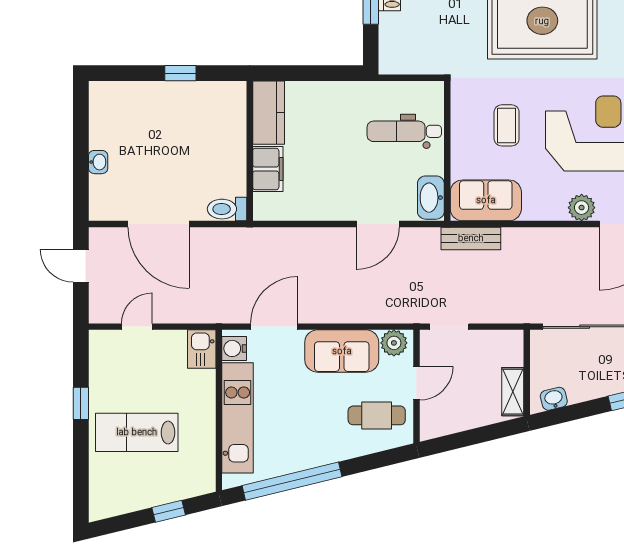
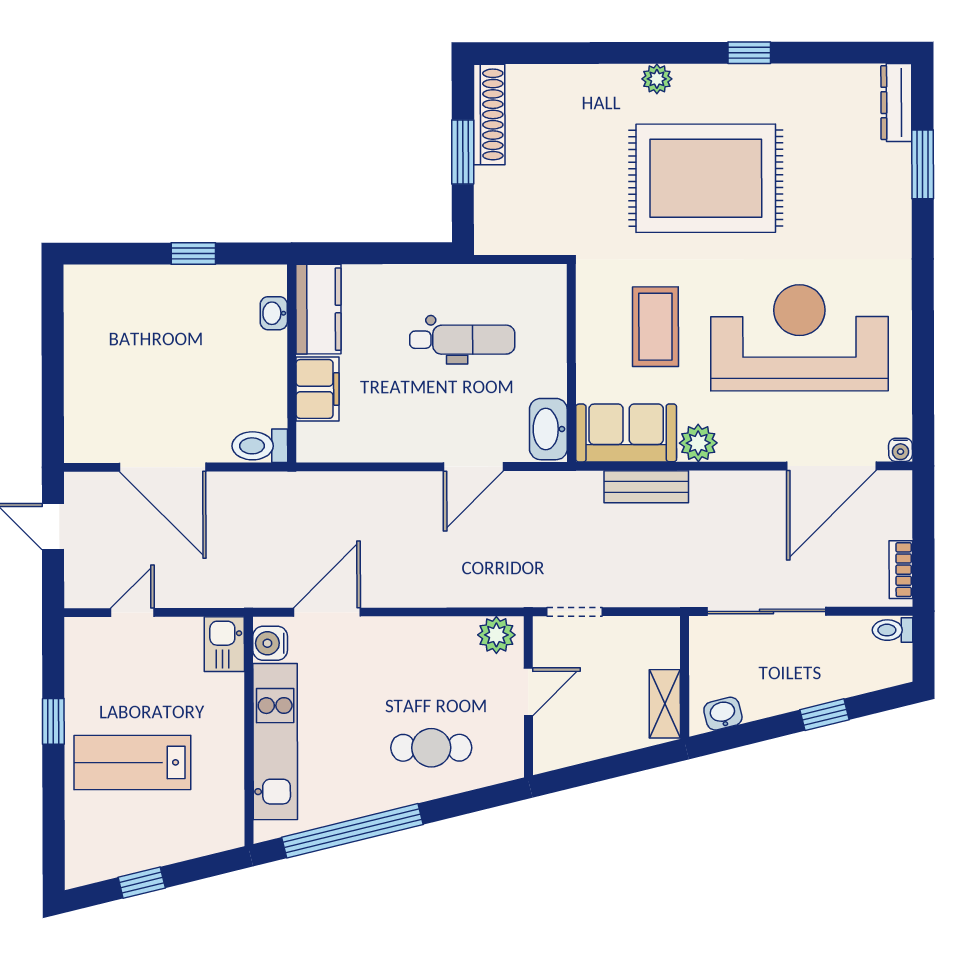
coffee table: (507, 125) -> (655, 327), width x1.36, depth x1.30
dental chair: (404, 131) -> (462, 340), moved, turned 180
washbasin: (98, 162) -> (274, 313), moved, turned 180
plant: (582, 208) -> (698, 443), moved
bench: (471, 238) -> (646, 487), moved
sofa: (342, 351) -> (423, 647), removed
cafe table: (377, 415) -> (431, 748), moved
window: (169, 511) -> (142, 883), moved

